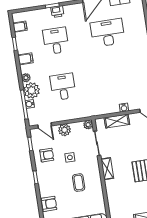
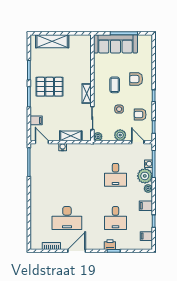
armchair: (49, 204) -> (136, 79), moved

